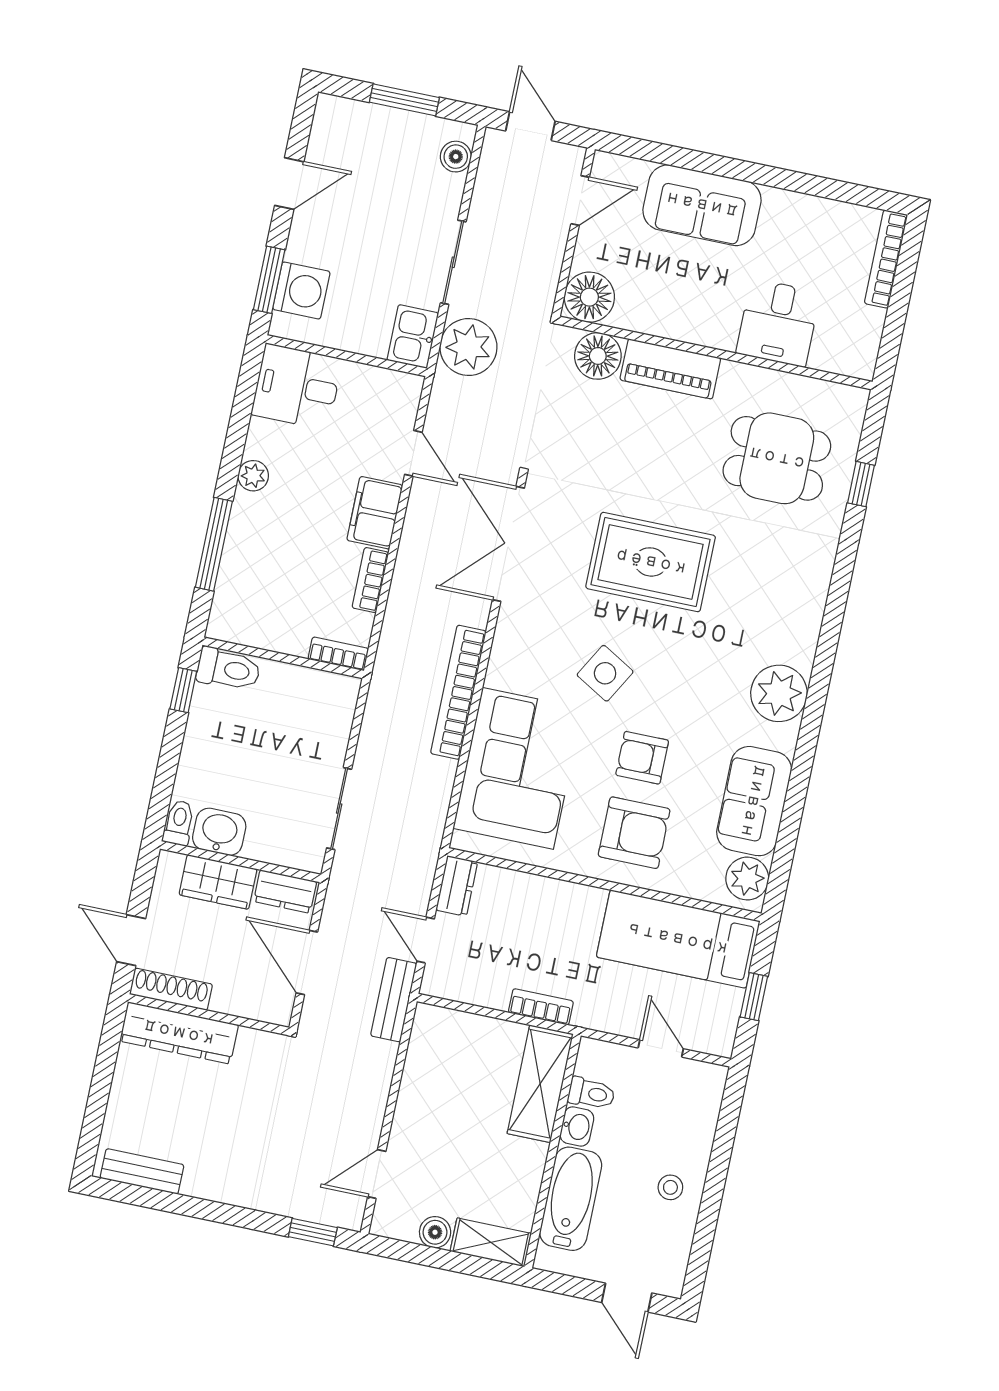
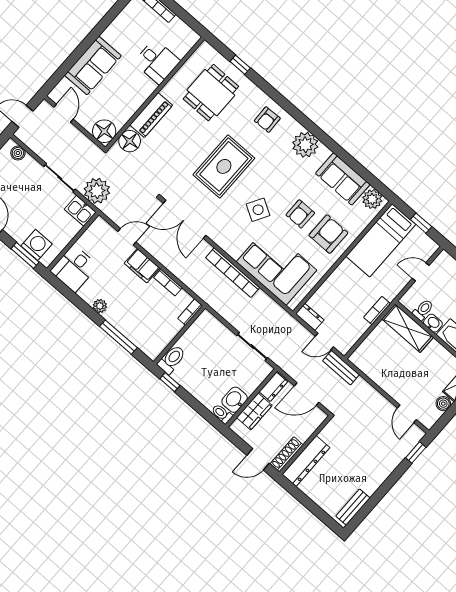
armchair: (786, 594) -> (267, 120), added

